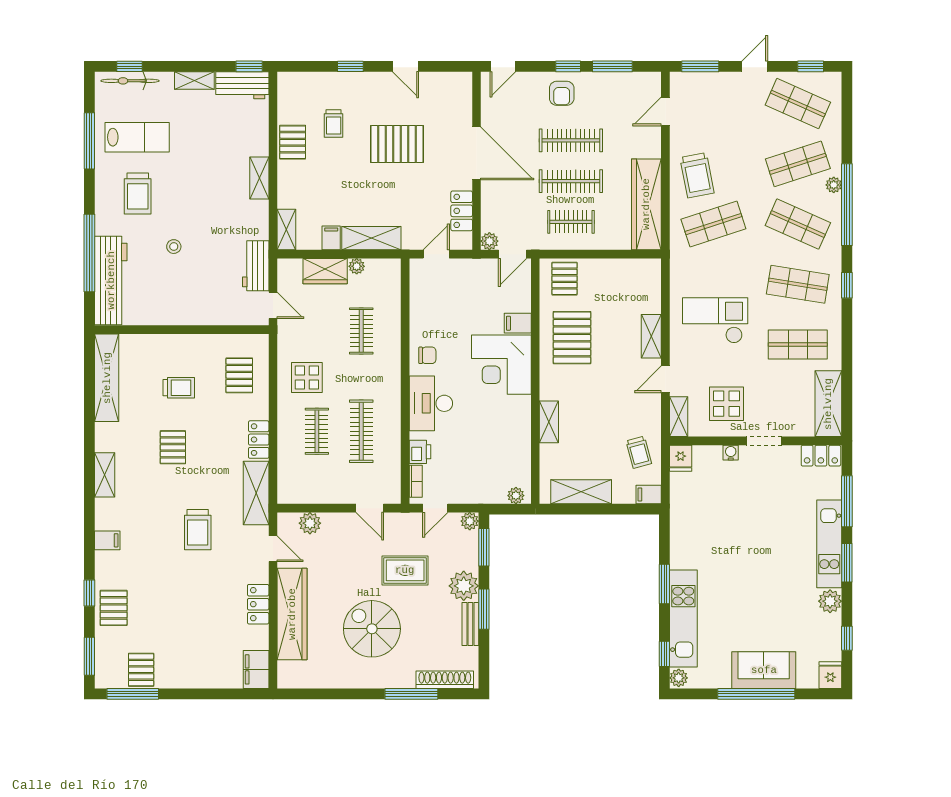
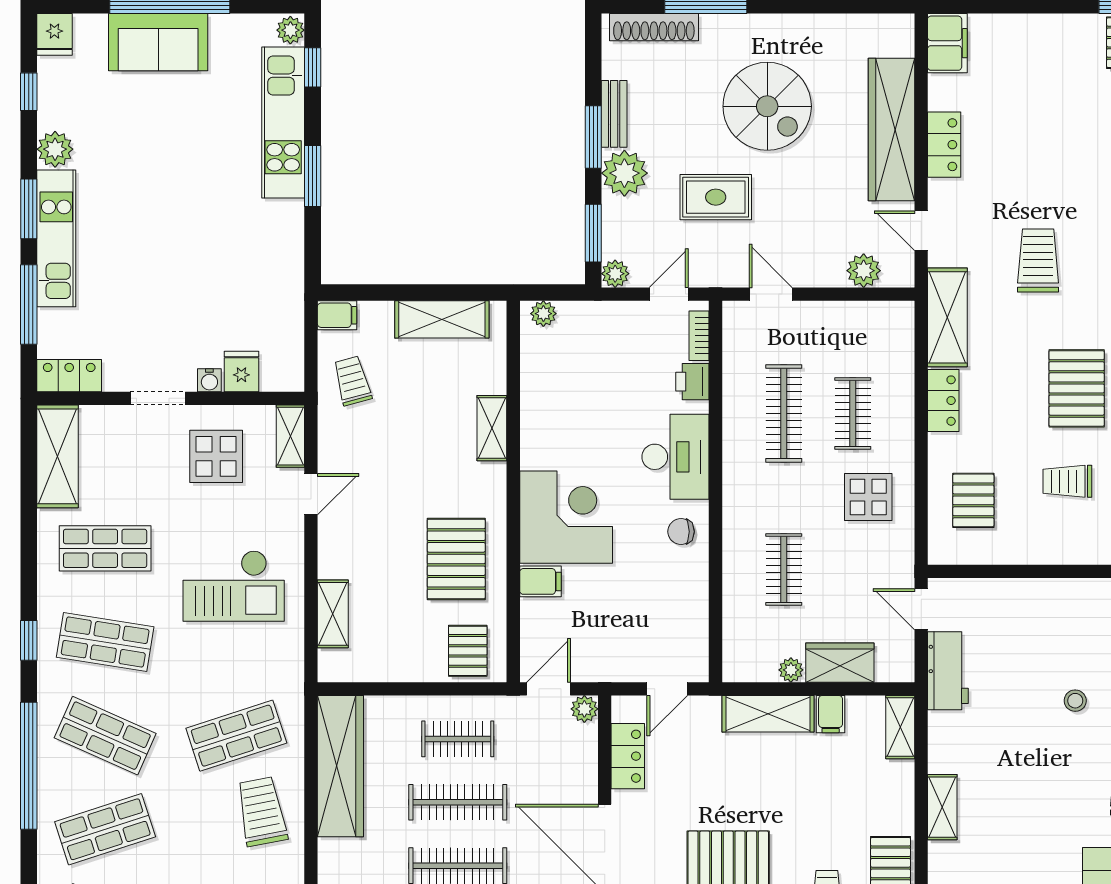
plant: (834, 185) -> (49, 797), removed
shelving: (651, 336) -> (333, 614), moved
pallet: (173, 447) -> (1077, 388), width x1.50, depth x1.42
fridge: (681, 458) -> (241, 372), moved

